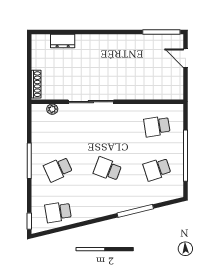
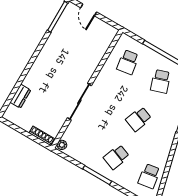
door: (186, 58) -> (89, 10), hinge flipped
plant: (52, 109) -> (62, 145), moved
school desk: (58, 169) -> (116, 157), turned 45

